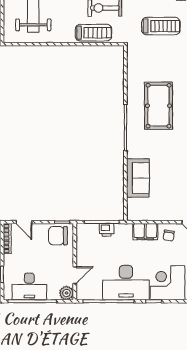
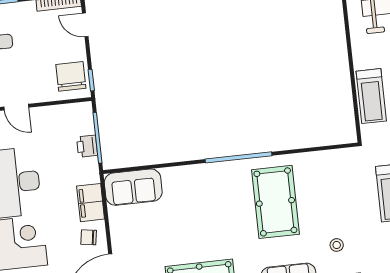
pool table: (158, 106) -> (275, 202), turned 90
sofa: (138, 178) -> (133, 187), moved
door: (24, 222) -> (85, 25), hinge flipped

